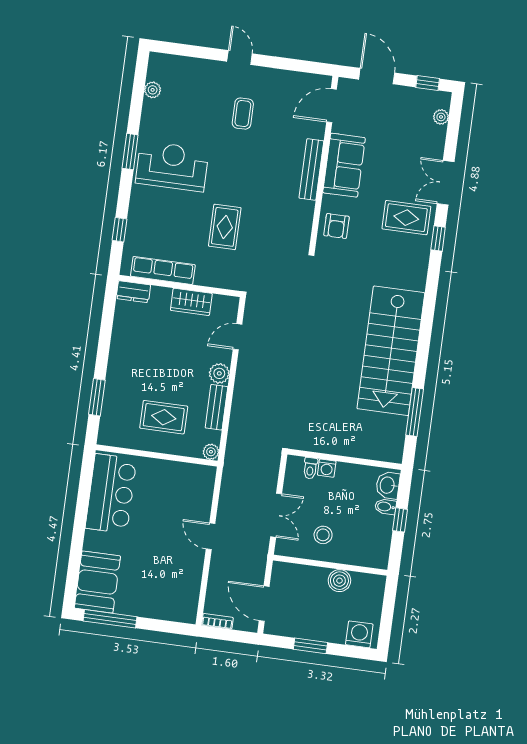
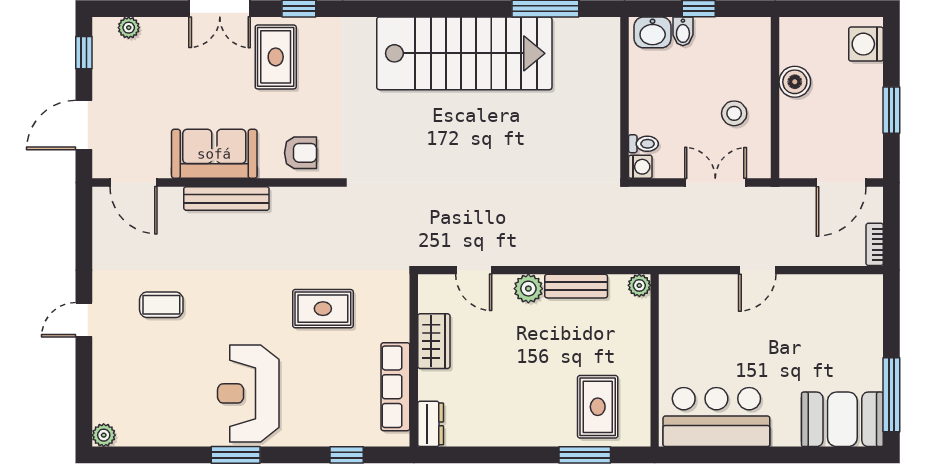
plant: (153, 90) -> (104, 435), moved
rug: (164, 417) -> (598, 407), moved
washing machine: (327, 468) -> (640, 167), moved

